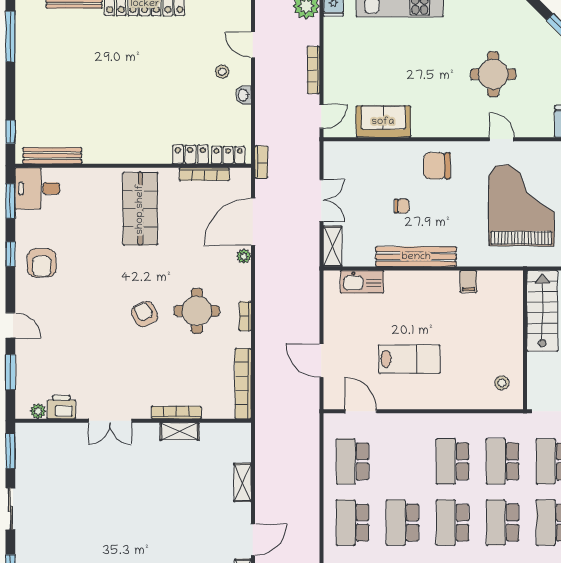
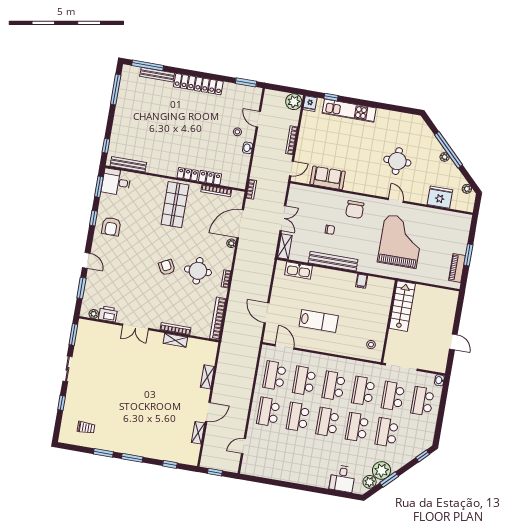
locker: (228, 155) -> (188, 174), moved
chair: (437, 166) -> (355, 210), turned -90
school desk: (402, 461) -> (304, 381), added

